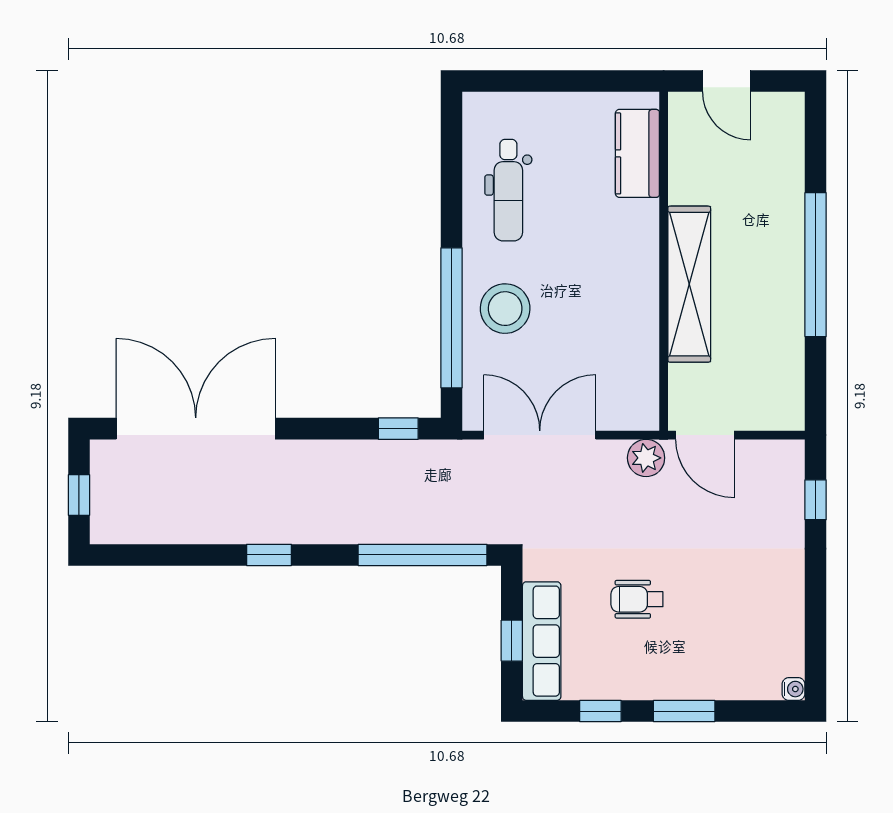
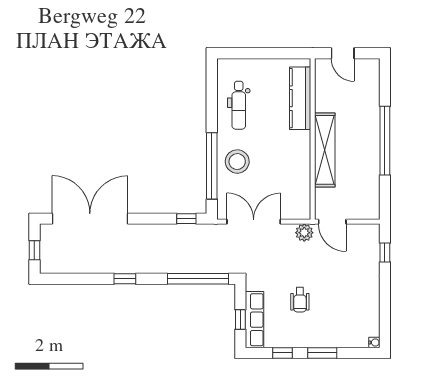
kitchen counter: (637, 153) -> (300, 98), width x1.50
wheelchair: (637, 599) -> (300, 300), turned -90

